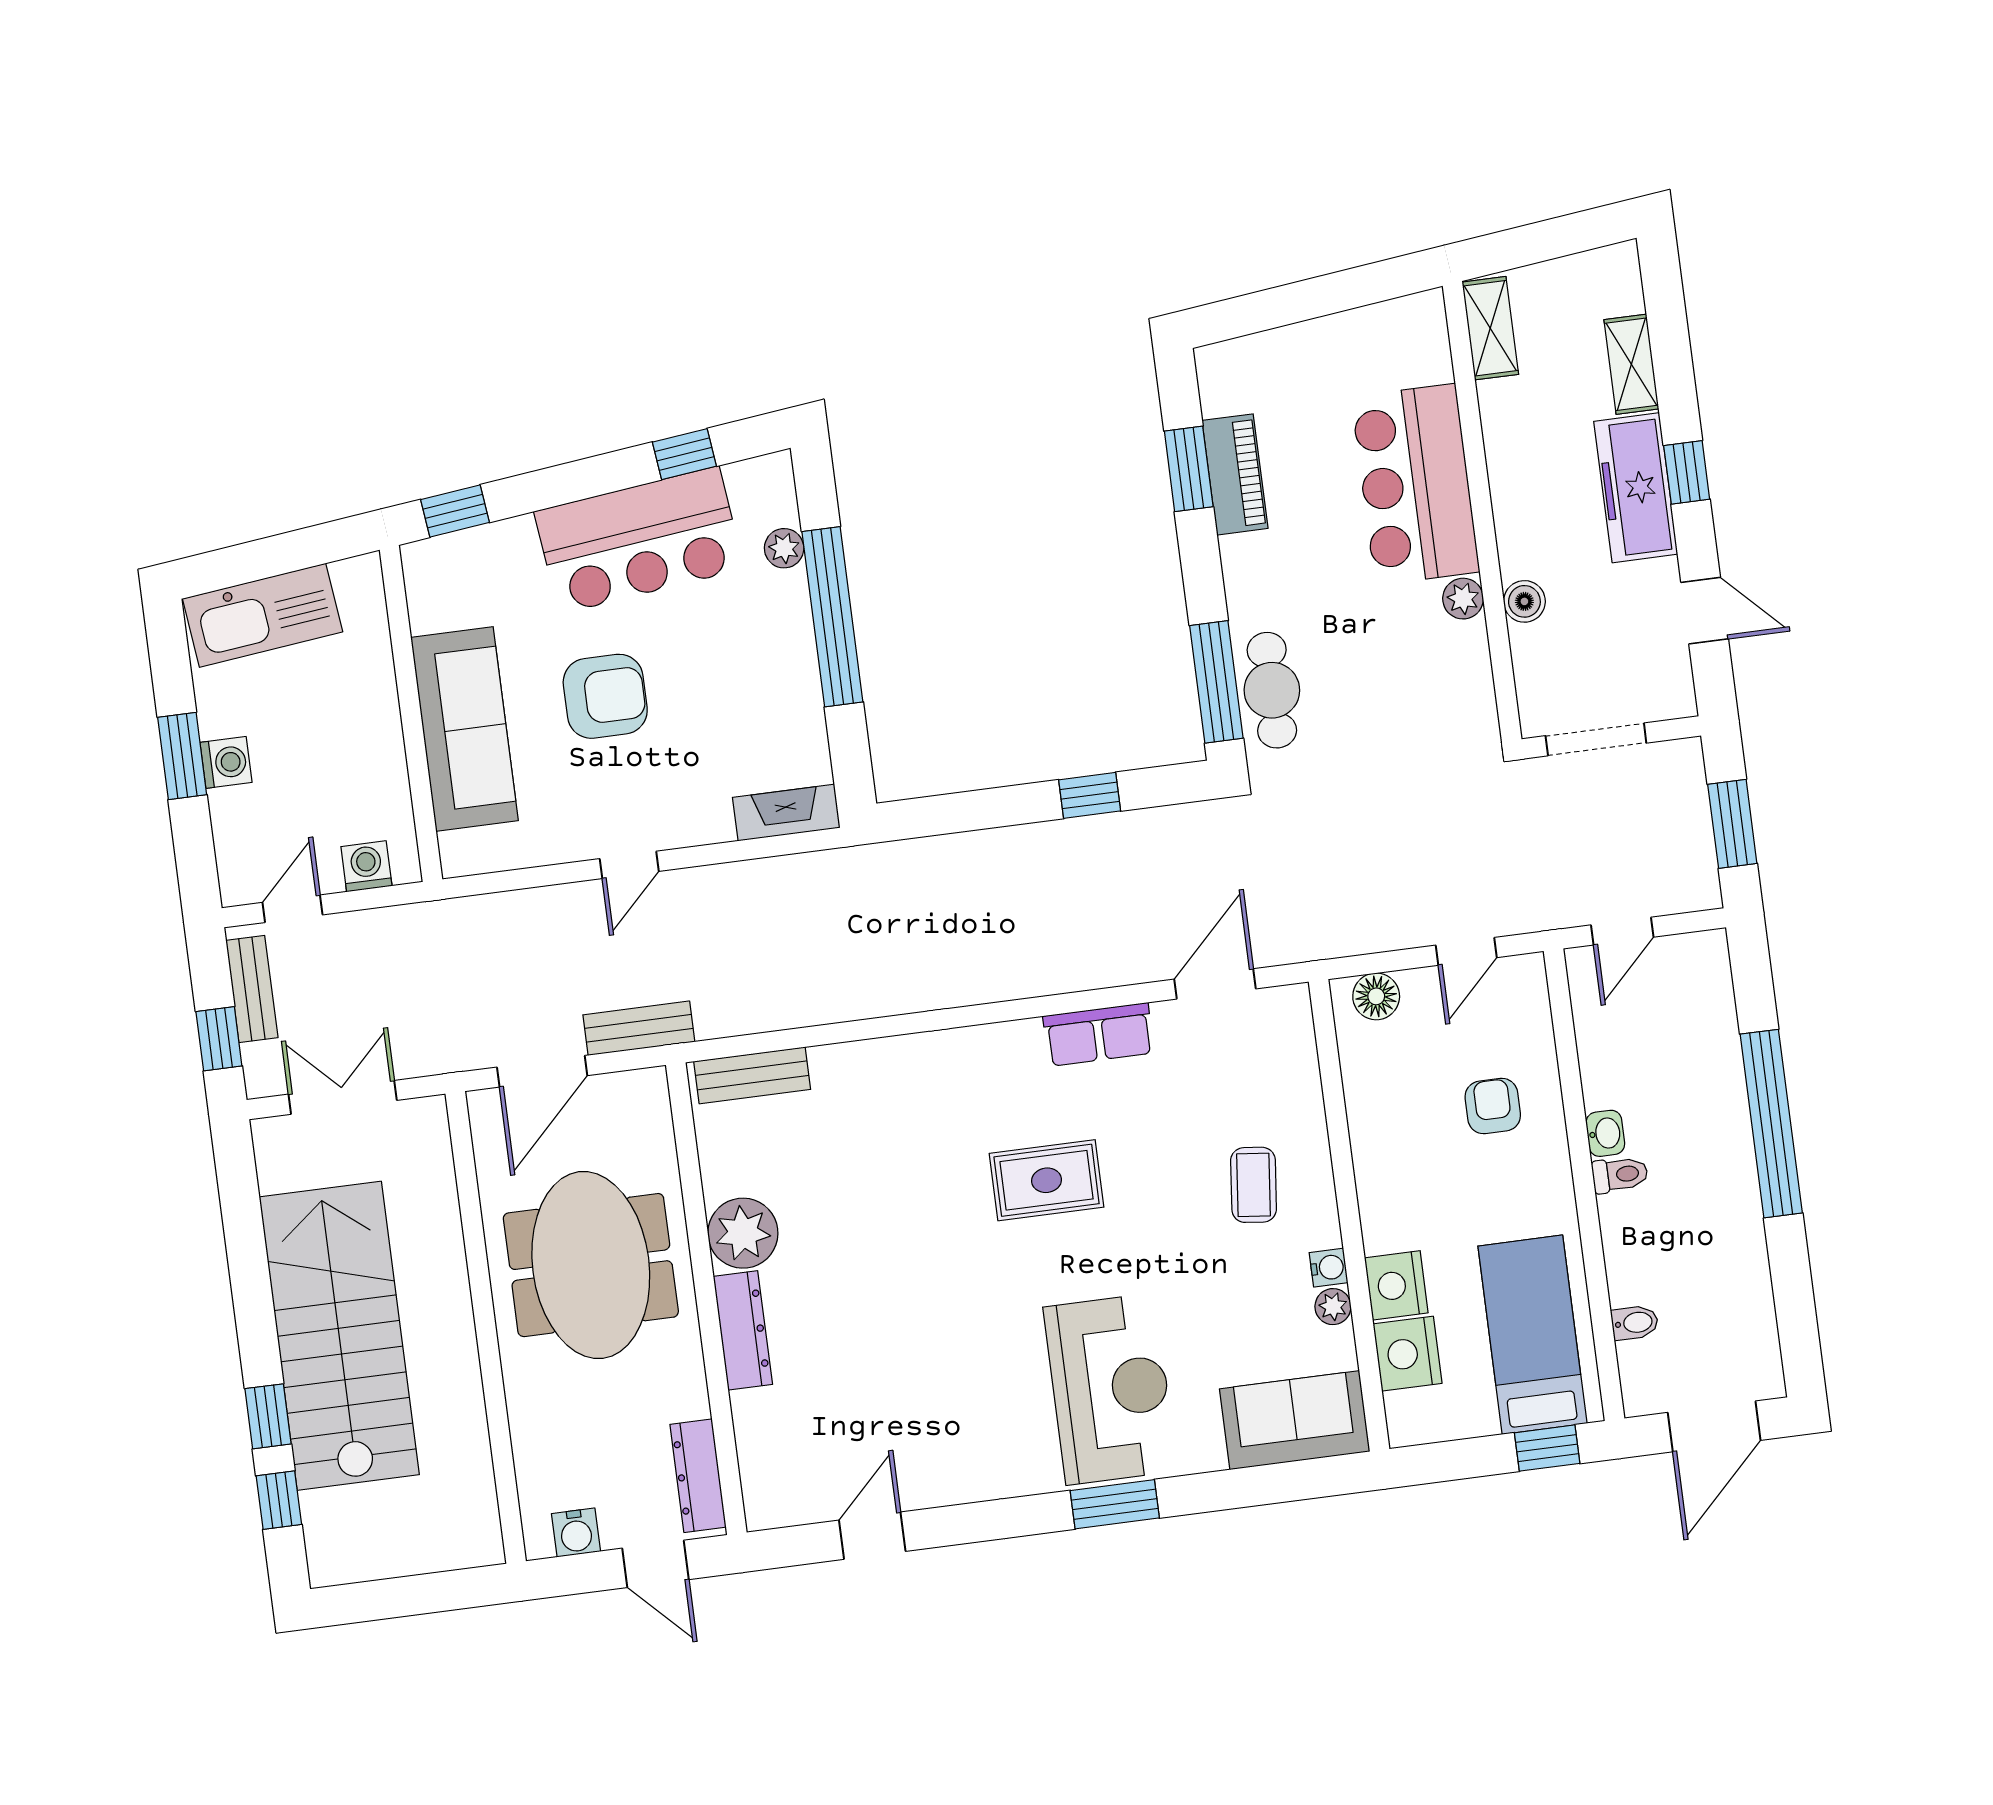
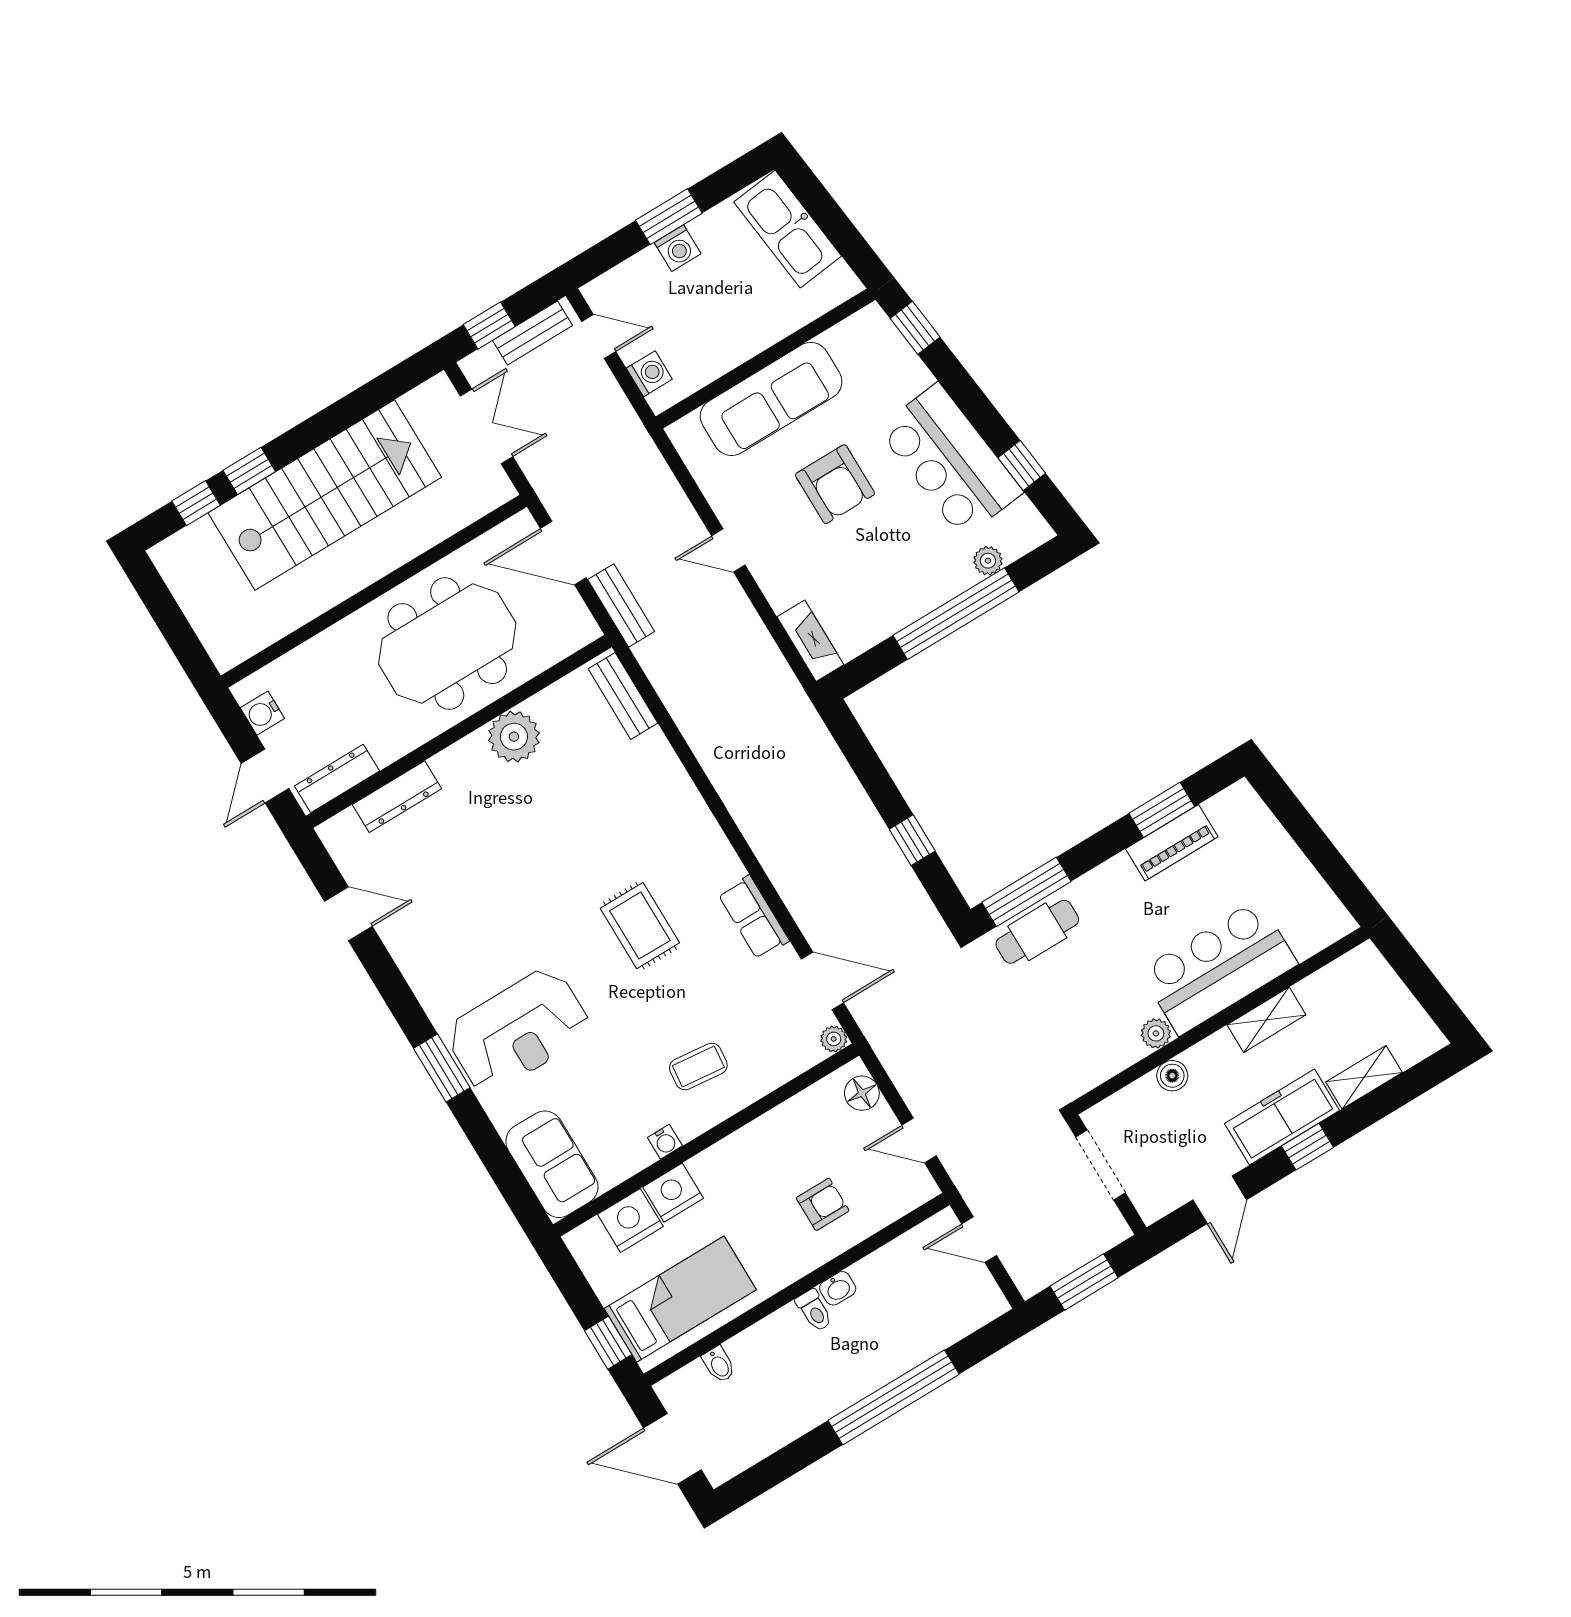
shelving: (1490, 328) -> (1266, 1020), moved
plant: (1333, 1307) -> (834, 1039), moved
dresser: (743, 1330) -> (397, 797), moved

